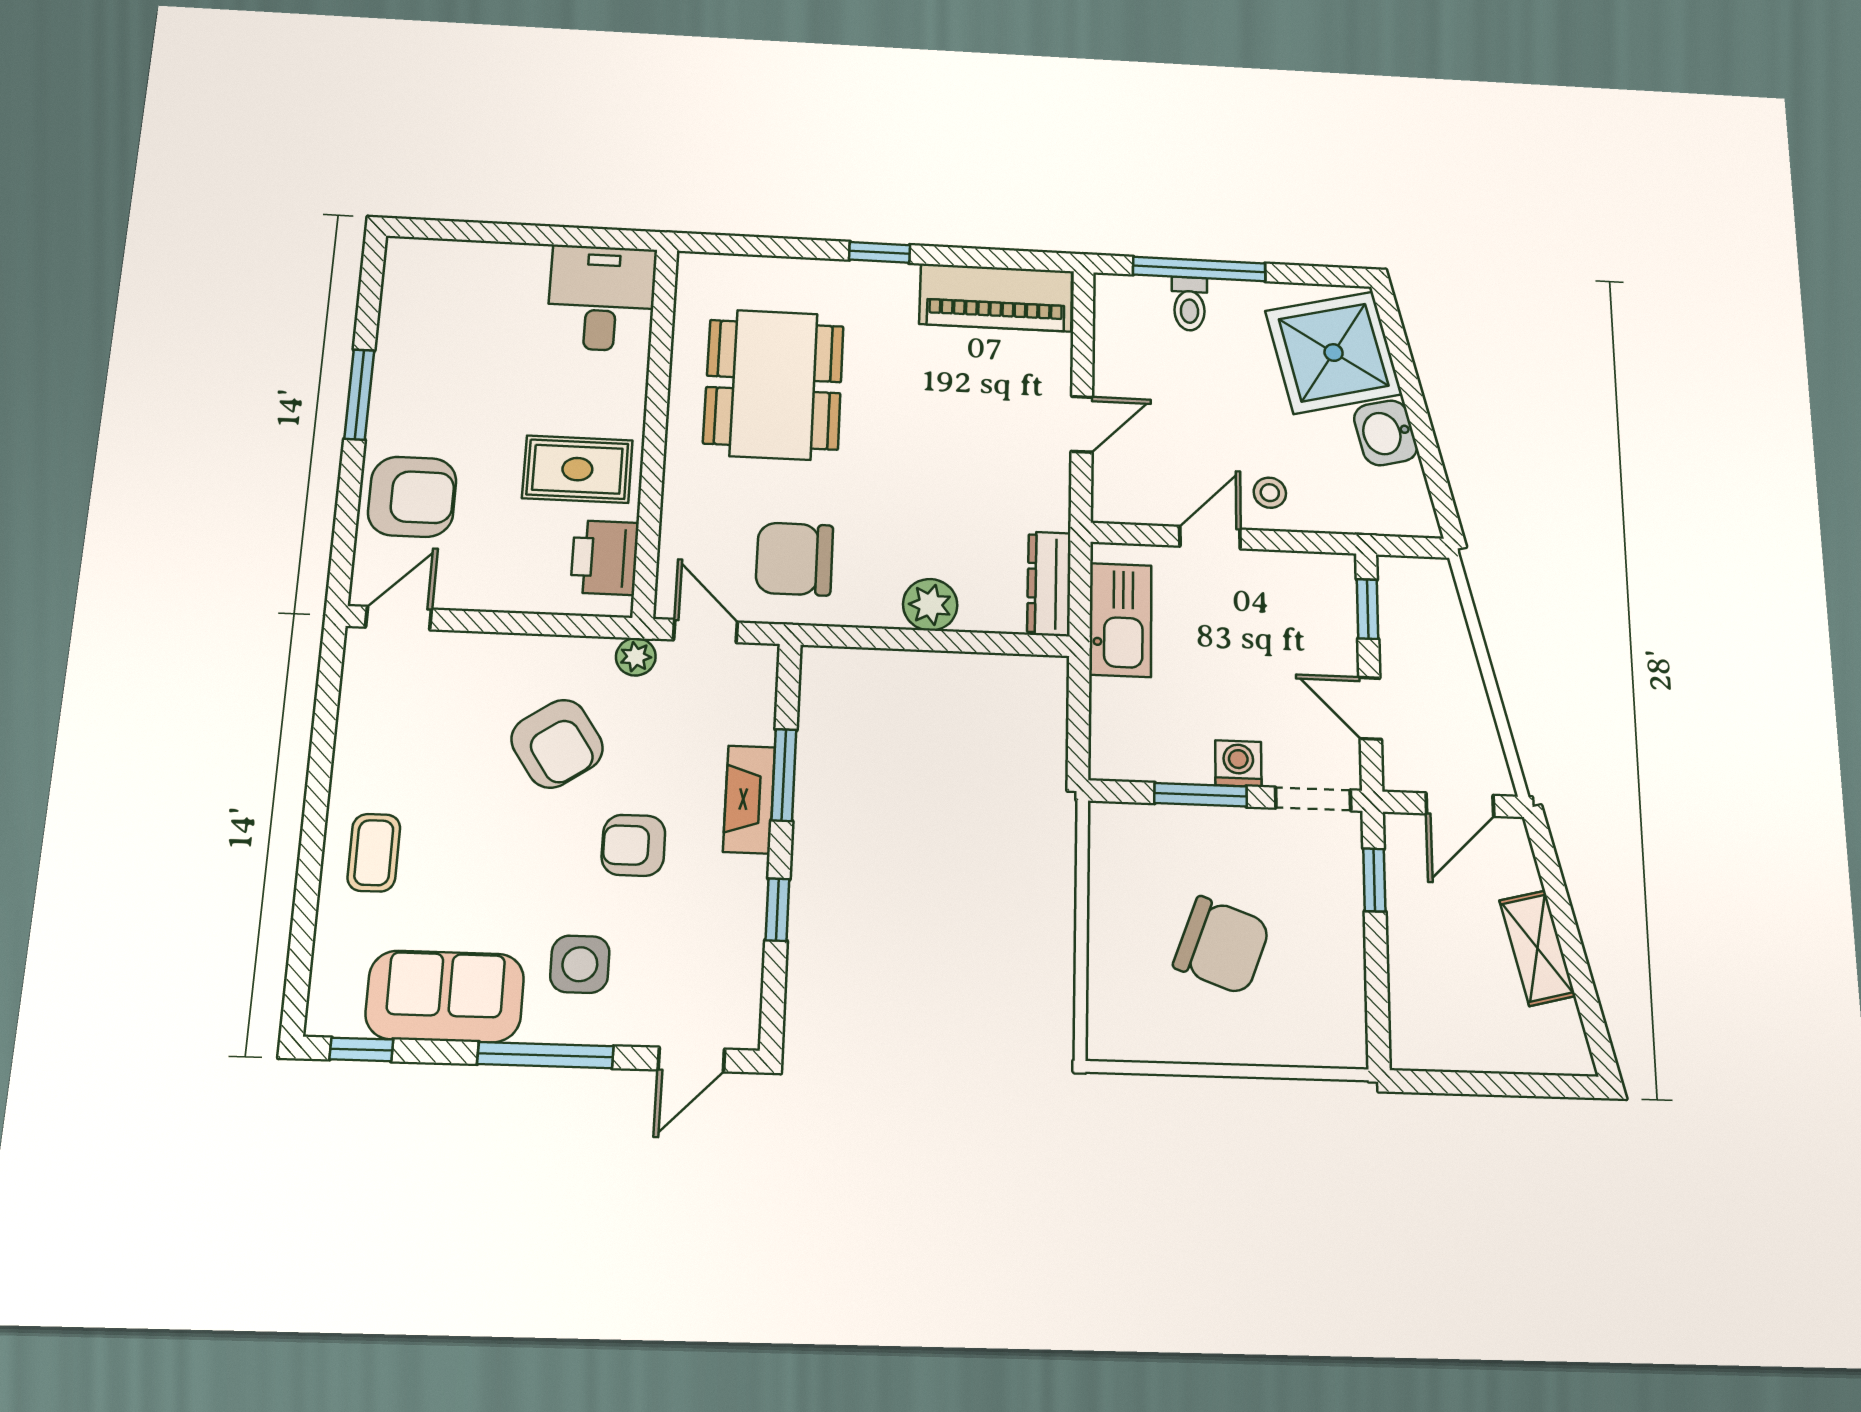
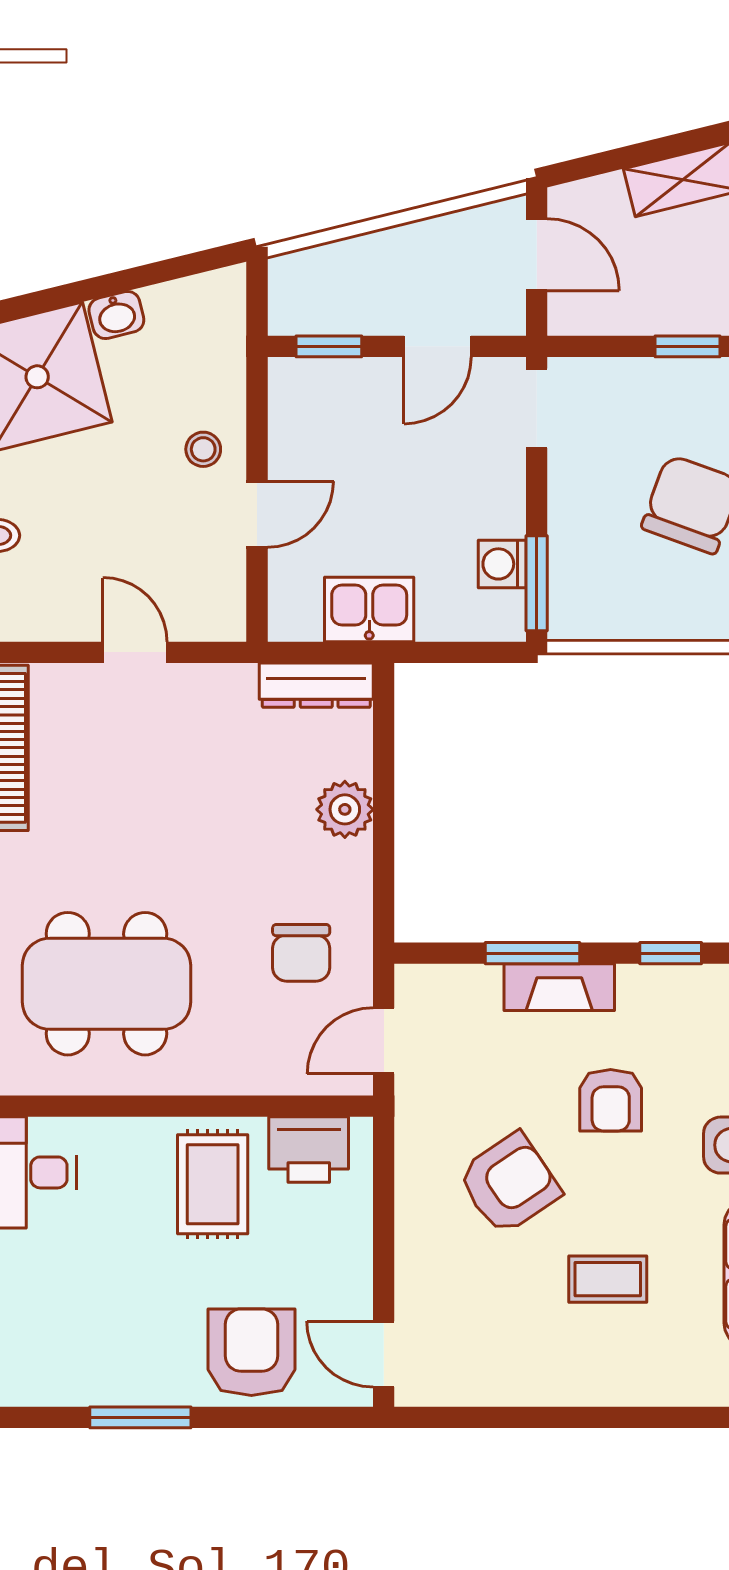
washbasin: (1386, 433) -> (116, 315), width x0.72, depth x0.69
door: (1210, 538) -> (257, 514), swing flipped
chair: (794, 559) -> (301, 953), width x0.73, depth x0.73
kitchen sink: (1120, 620) -> (369, 610), width x0.73
plant: (636, 657) -> (414, 1110), removed
washing machine: (1238, 764) -> (502, 564), moved
window: (1201, 795) -> (537, 583), moved
coffee table: (374, 853) -> (608, 1279), moved
window: (1374, 880) -> (687, 346), moved

